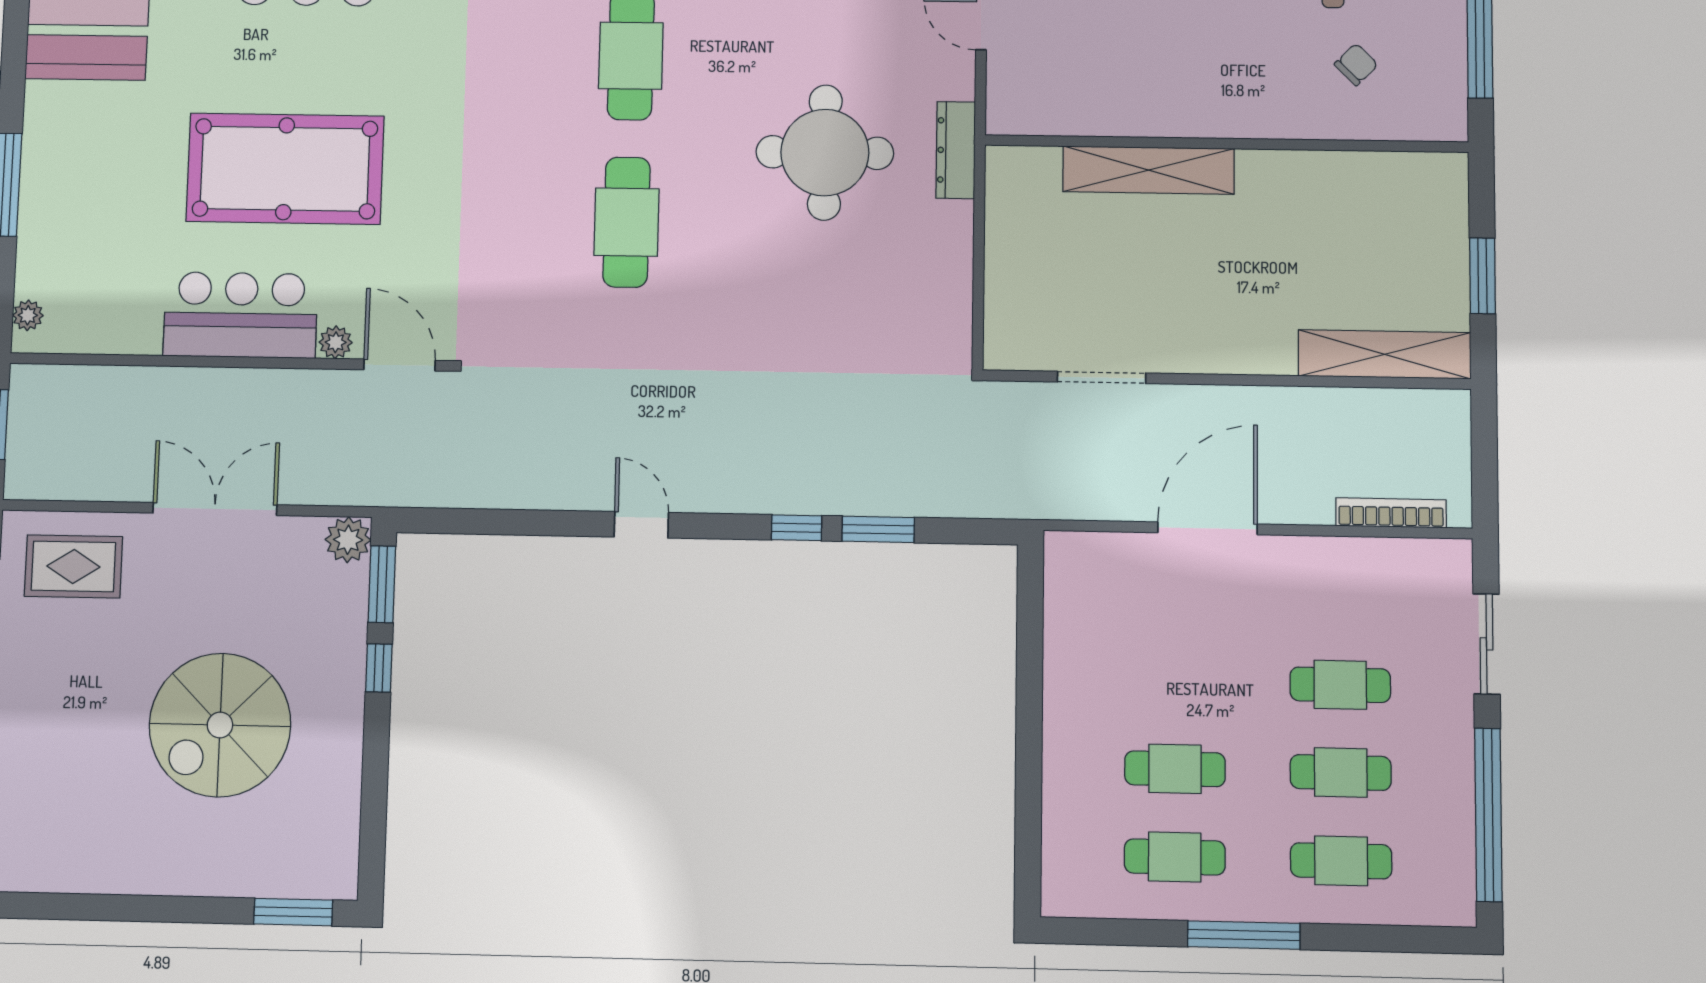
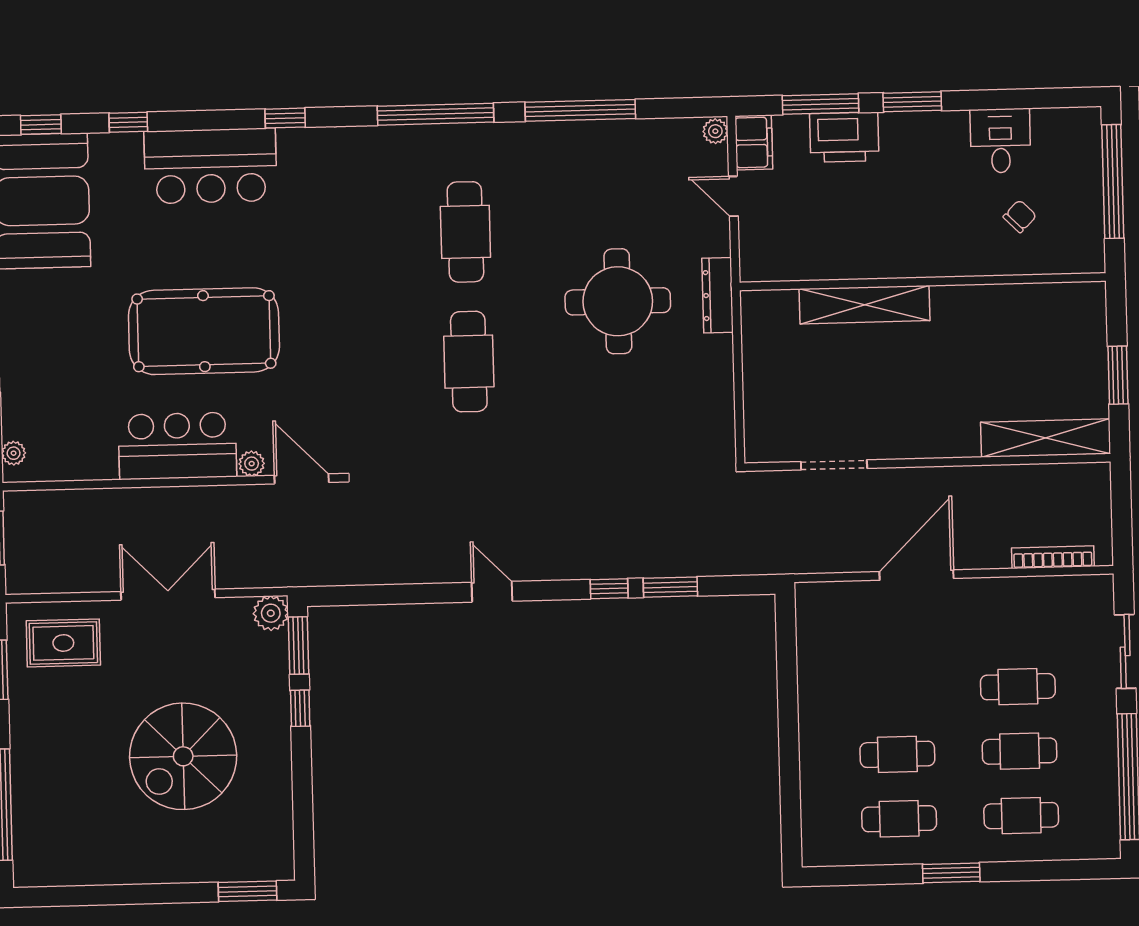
window: (1244, 935) -> (951, 873), width x0.69

